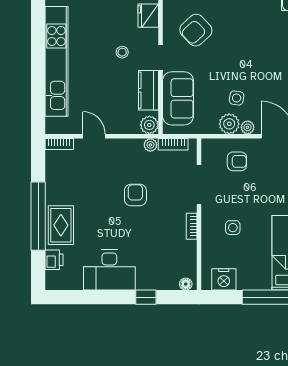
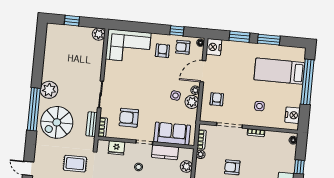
armchair: (196, 30) -> (129, 118), turned 133
plant: (149, 125) -> (186, 167), moved

